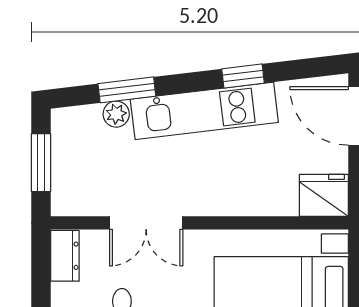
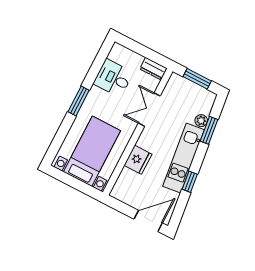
fridge: (324, 195) -> (138, 160), moved

